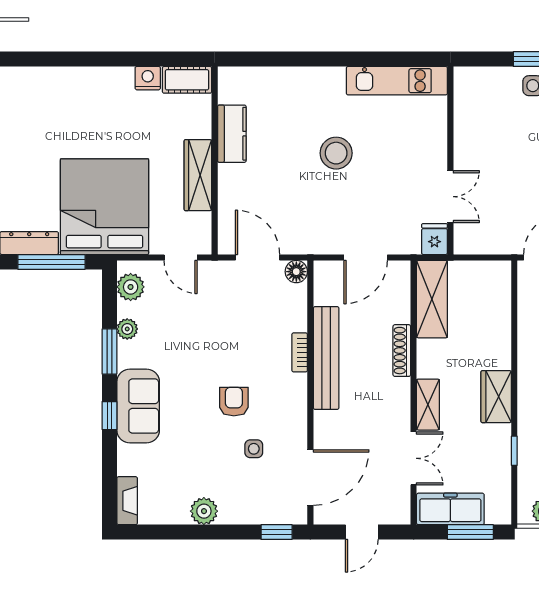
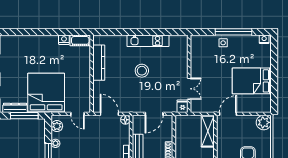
kitchen unit: (397, 81) -> (148, 41), moved
kitchen counter: (232, 134) -> (99, 63), width x1.50
wardrobe: (198, 175) -> (85, 80), removed
shelving: (432, 299) -> (208, 131), moved

